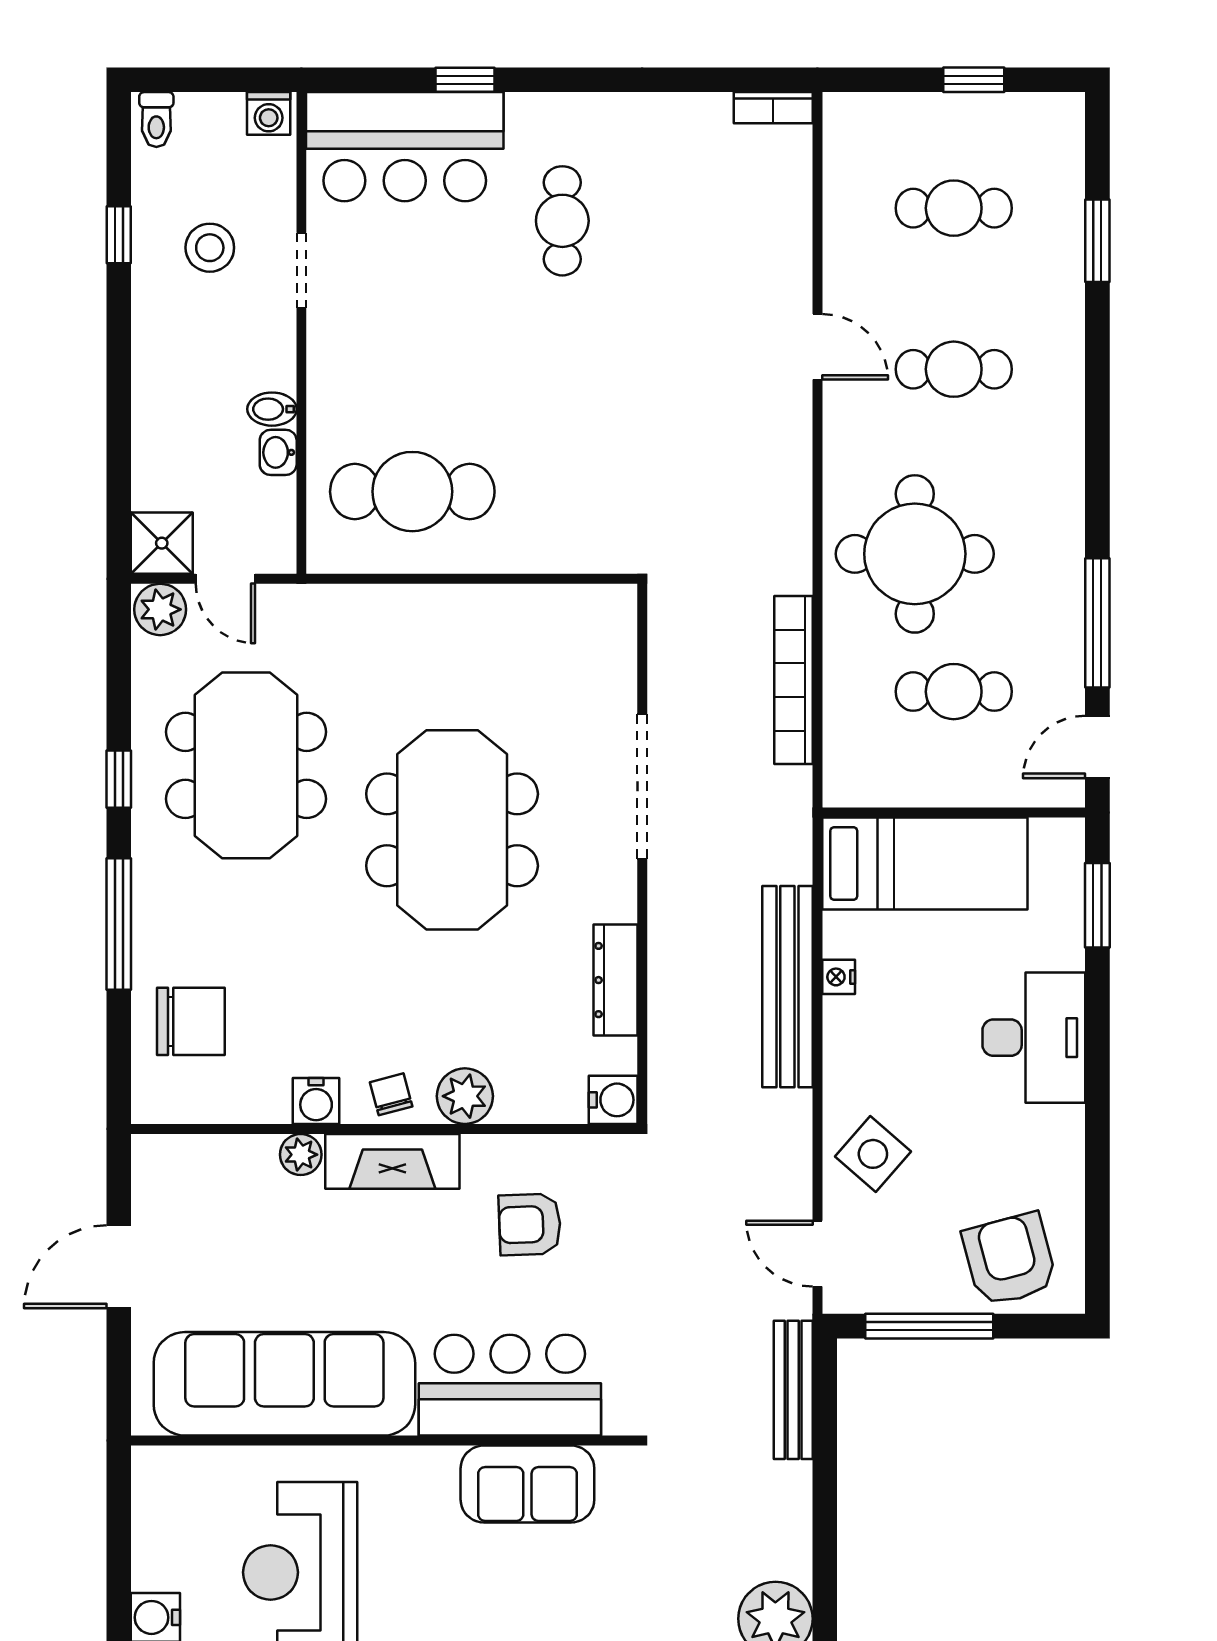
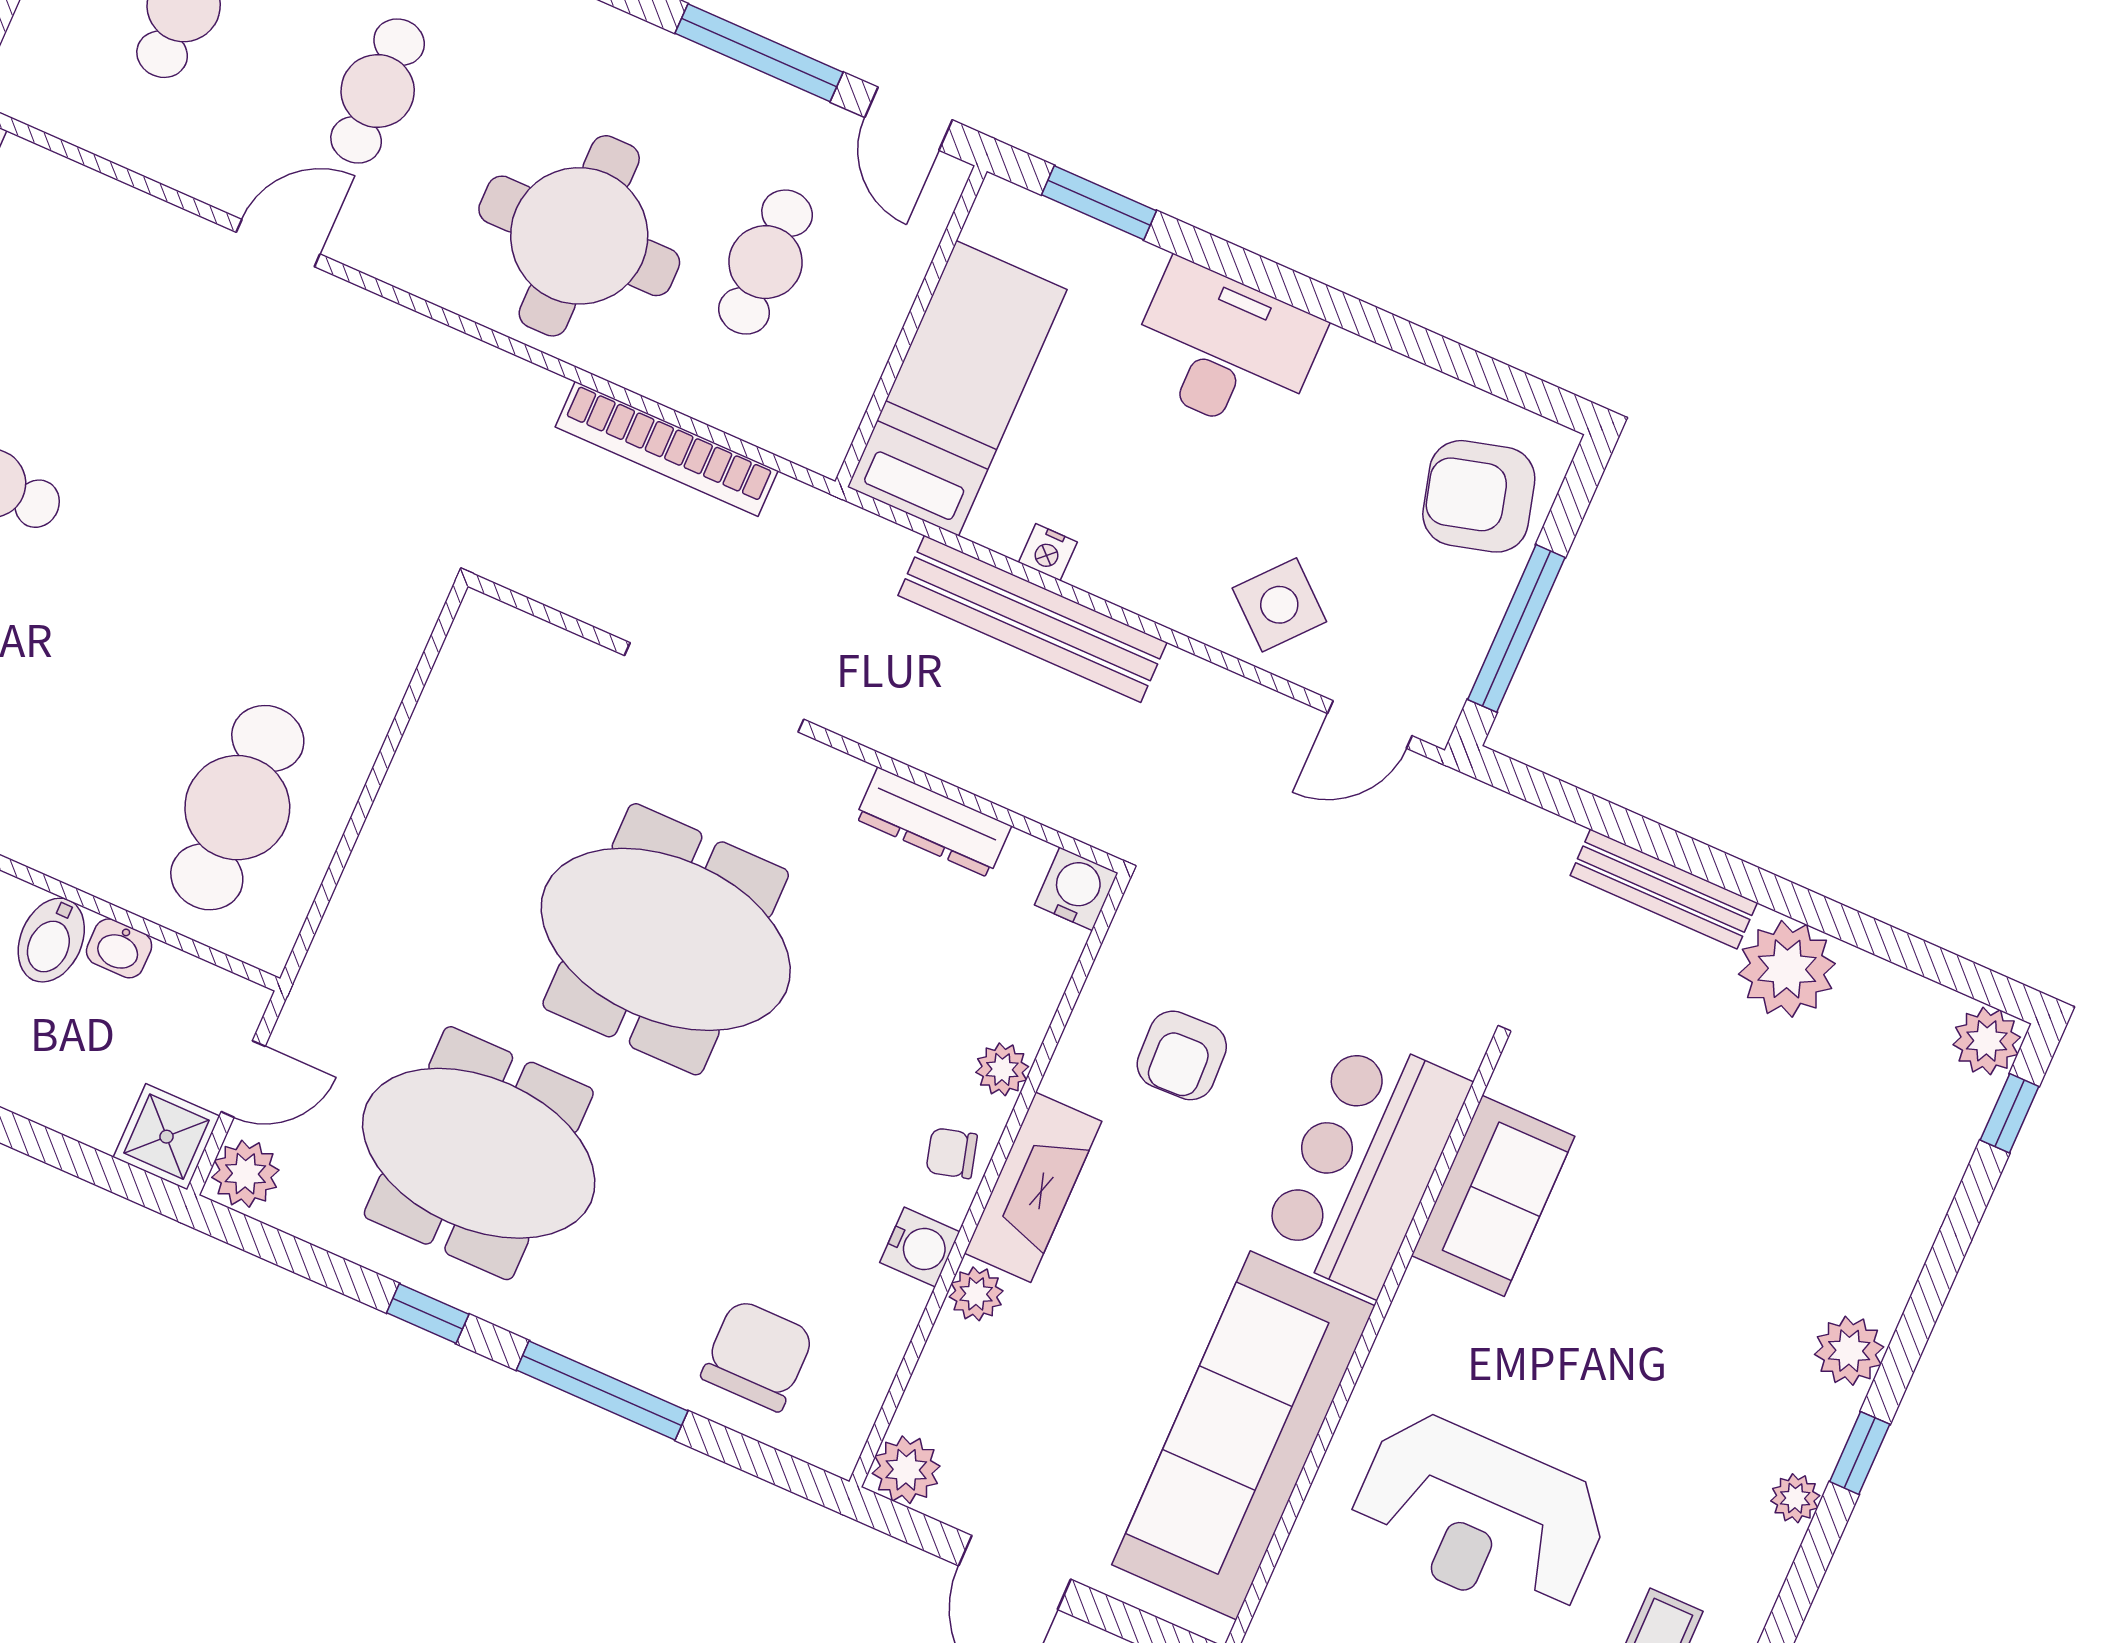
bidet: (272, 409) -> (51, 940), width x1.38, depth x1.36
plant: (465, 1096) -> (1002, 1069), width x0.73, depth x0.73
plant: (157, 1160) -> (906, 1470), added
bench: (793, 1390) -> (1664, 889), moved

